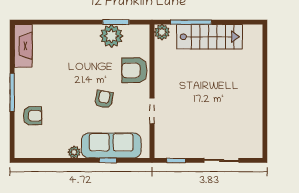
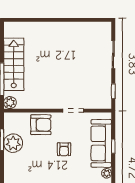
armchair: (134, 70) -> (41, 125), turned -90
armchair: (104, 99) -> (64, 149), turned -100

